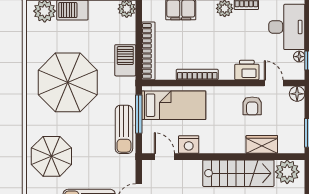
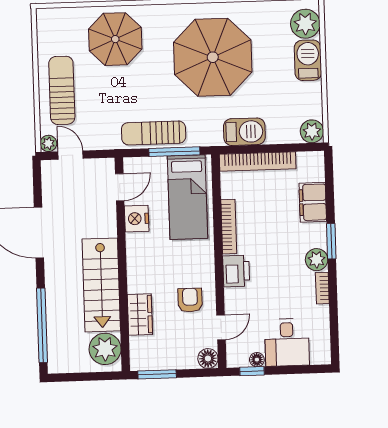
desk: (287, 27) -> (287, 342), width x0.73
printer: (247, 70) -> (236, 271), moved
armchair: (252, 106) -> (190, 300), turned 90

